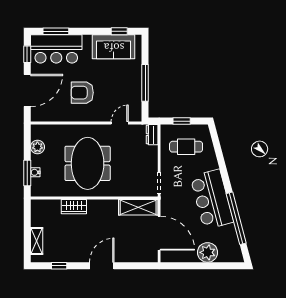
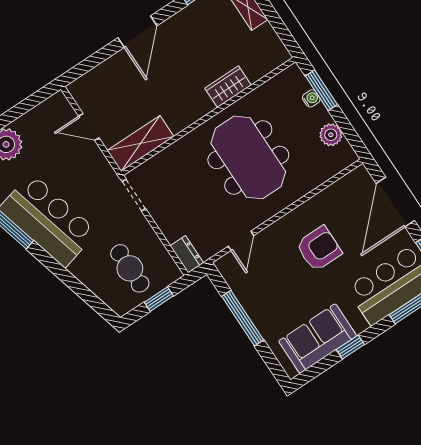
window: (119, 31) -> (350, 347), moved
cafe table: (186, 147) -> (130, 268), turned 90
door: (159, 233) -> (89, 127), width x0.53

